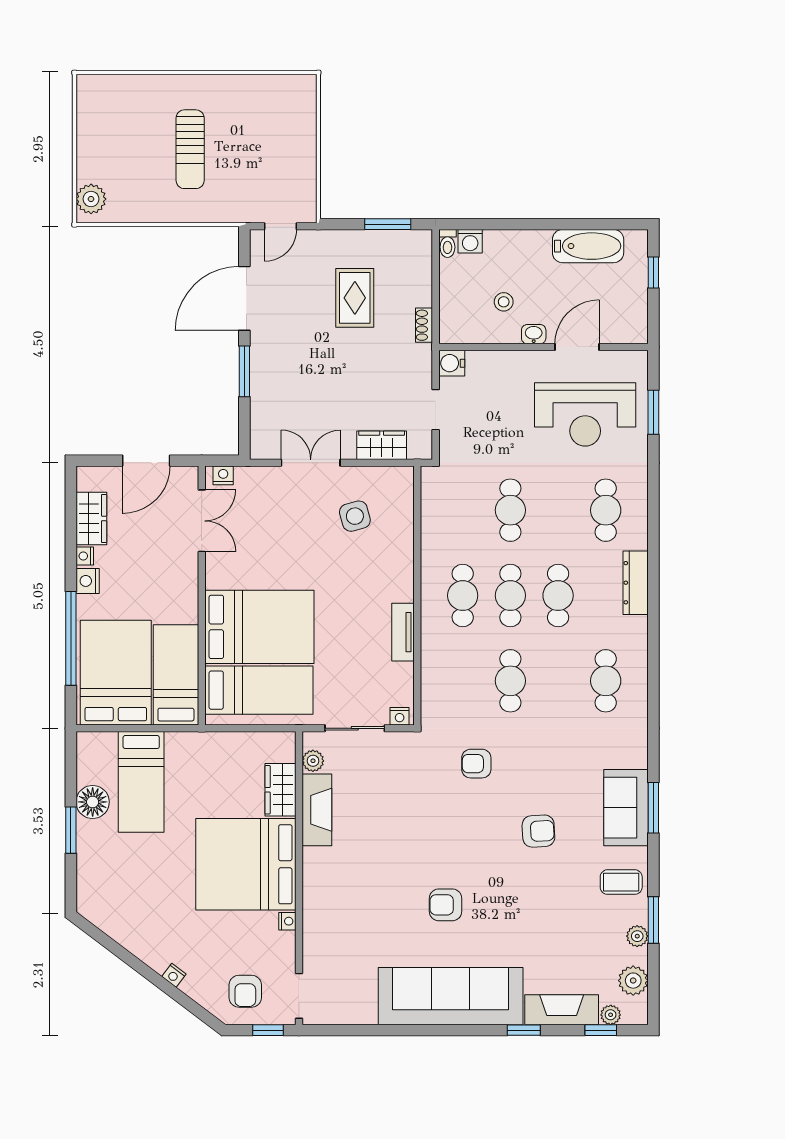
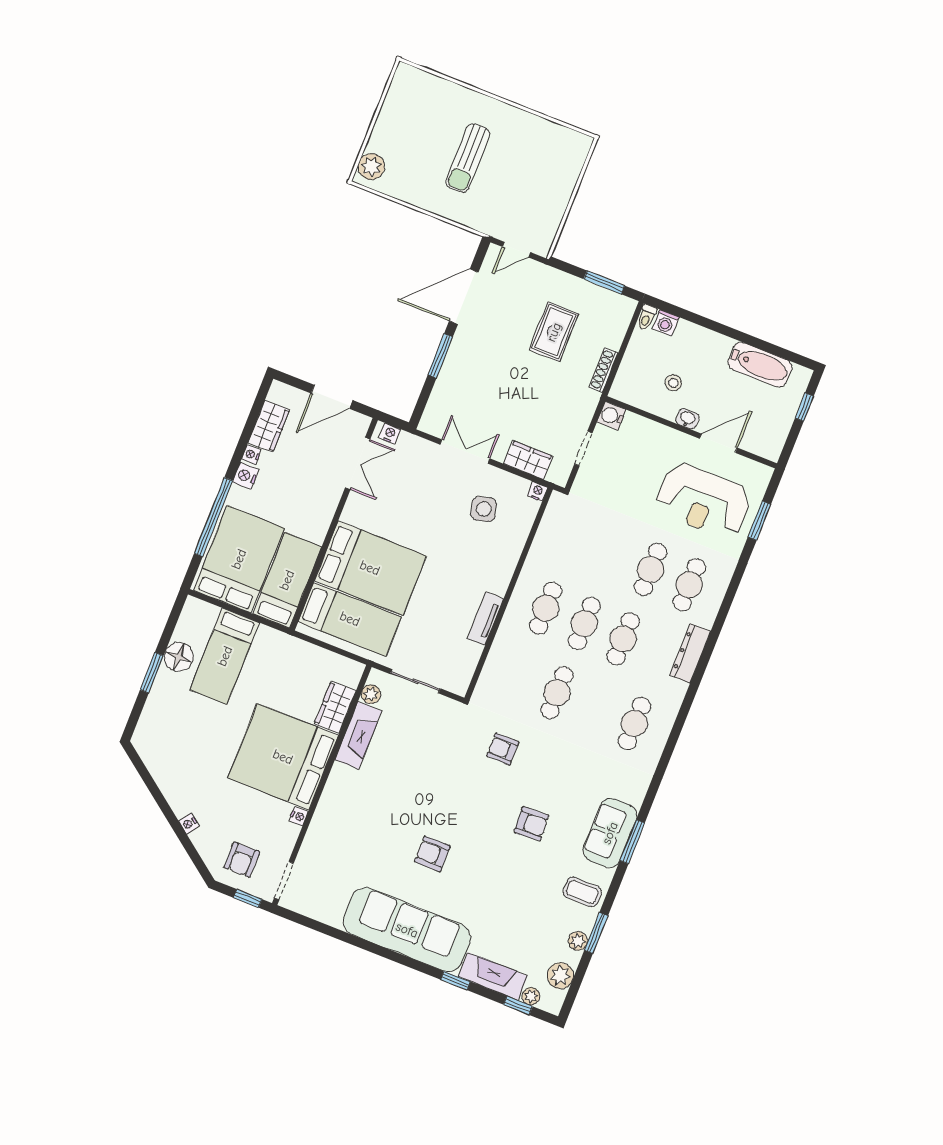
shoe rack: (424, 325) -> (604, 370), width x1.43
cafe table: (510, 510) -> (651, 570), moved
nightstand: (400, 716) -> (537, 491), moved, turned 180

